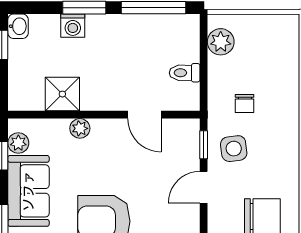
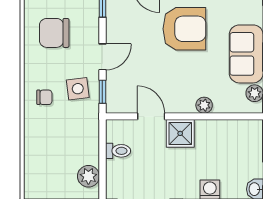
shower: (62, 94) -> (180, 133), moved
chair: (245, 104) -> (44, 97), moved, turned 90

